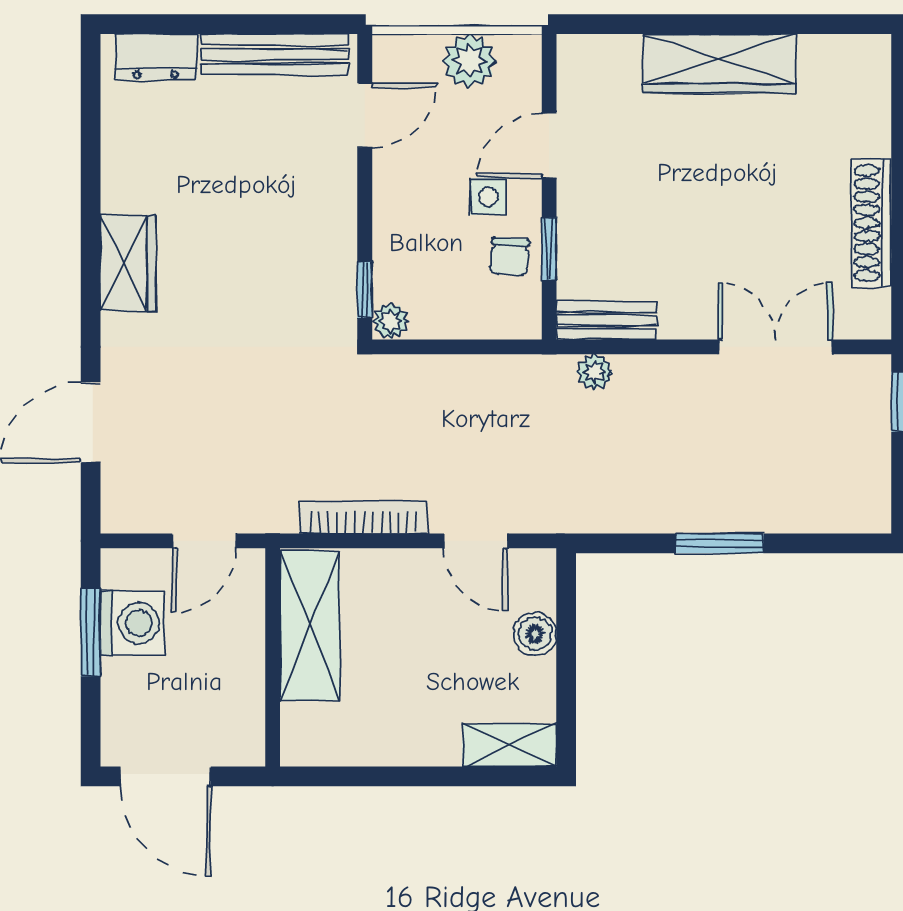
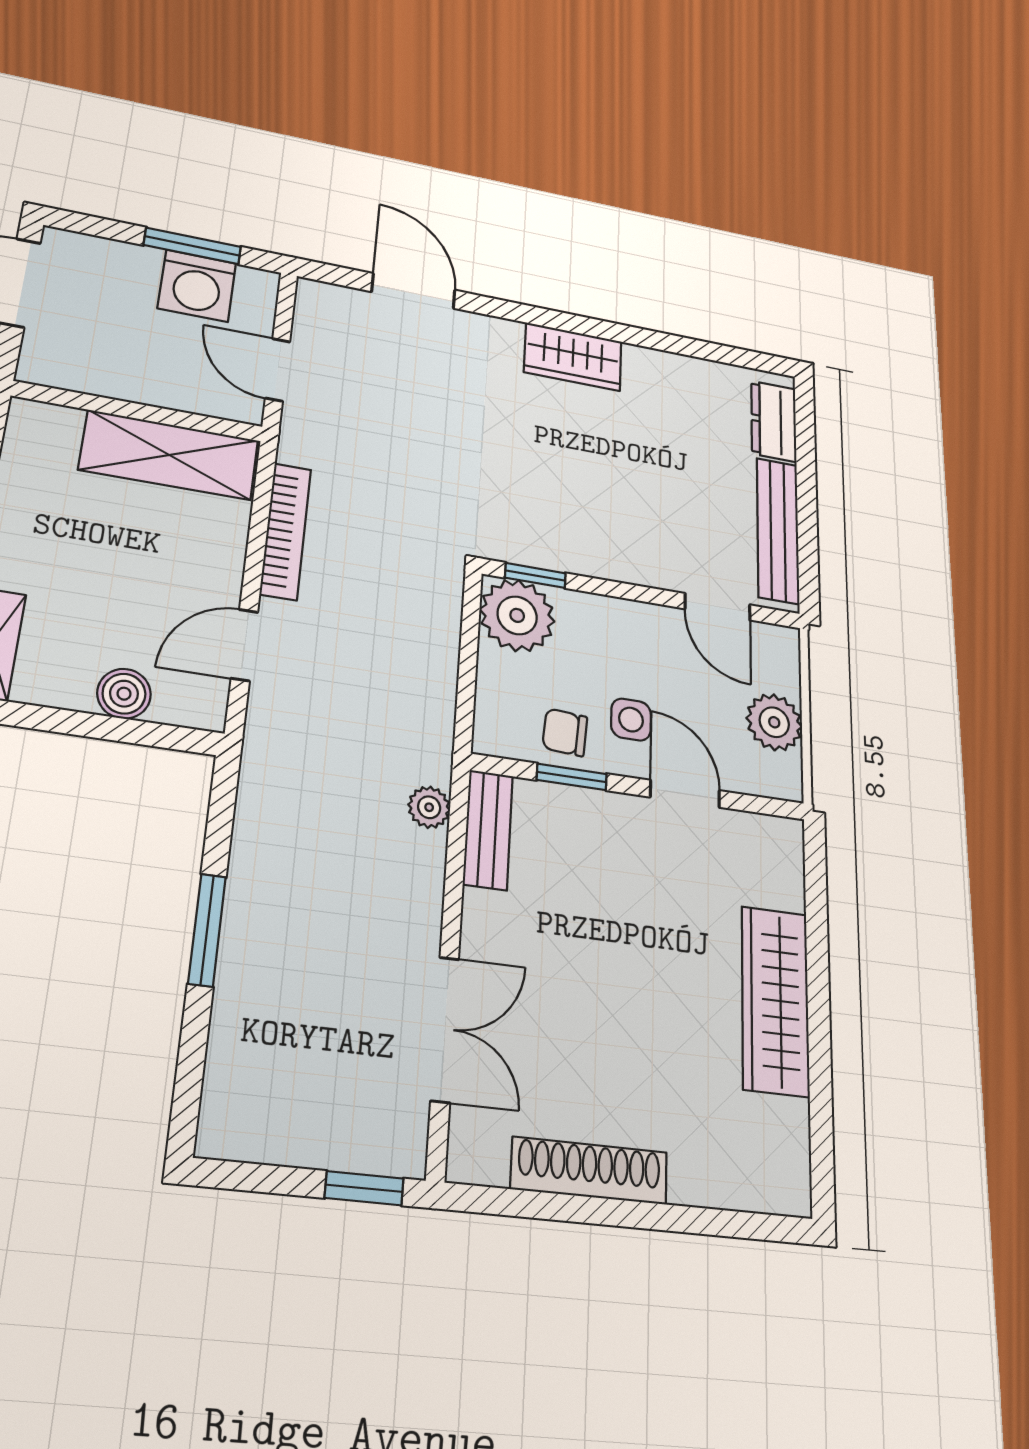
plant: (391, 321) -> (517, 615), width x1.88, depth x1.88

